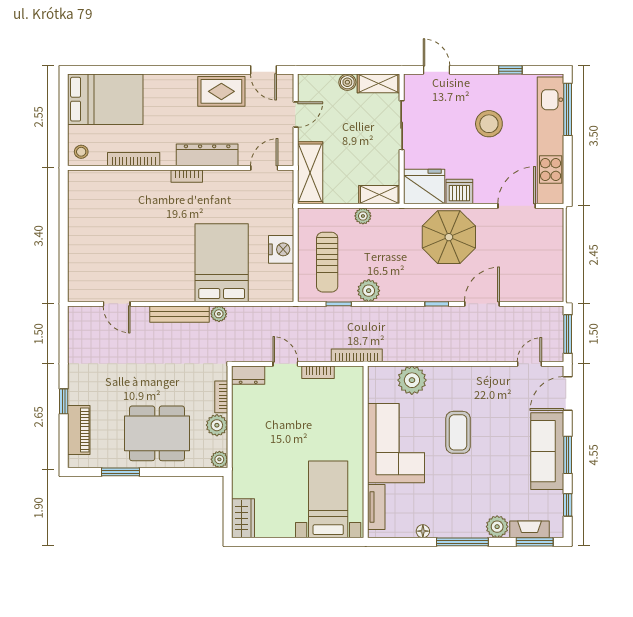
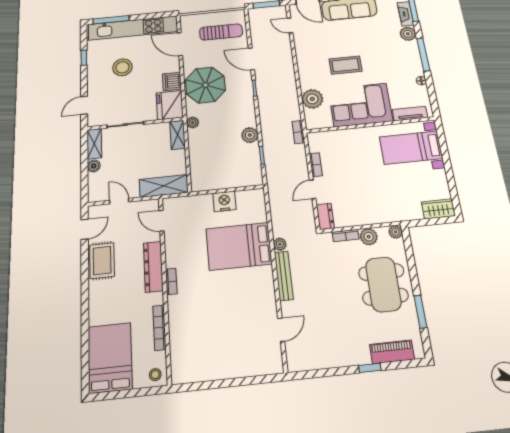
plant: (363, 216) -> (193, 123), moved
sun lounger: (327, 262) -> (221, 32), moved
bookcase: (357, 355) -> (298, 132), width x0.64

